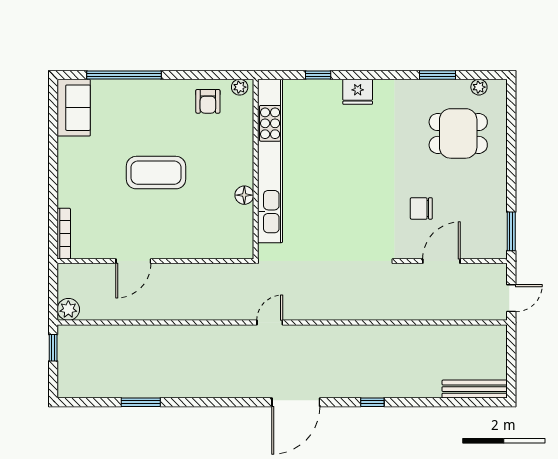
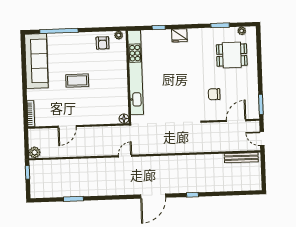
sofa: (74, 108) -> (36, 61), width x1.85, depth x1.27
coffee table: (156, 173) -> (77, 81), width x0.73, depth x0.76
floor lamp: (244, 195) -> (124, 119), moved
door: (441, 261) -> (236, 121), moved
door: (511, 298) -> (262, 139), swing flipped
door: (270, 323) -> (125, 156), moved
bench: (475, 389) -> (241, 158), moved

